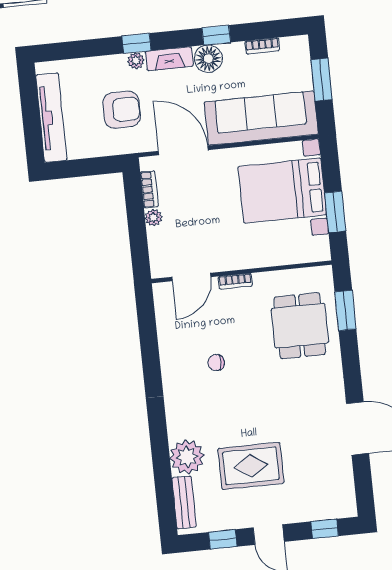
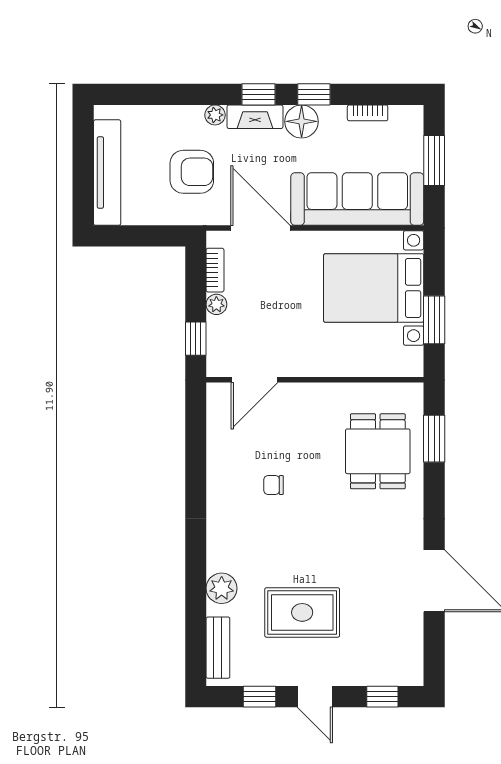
window: (137, 43) -> (259, 94), moved
window: (139, 248) -> (196, 339), added
bookcase: (235, 281) -> (306, 390), removed
plant: (187, 457) -> (222, 588), width x0.73, depth x0.73

